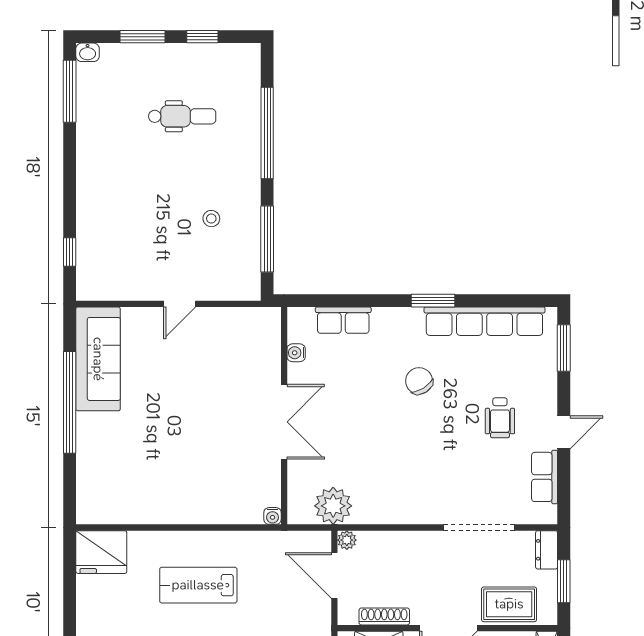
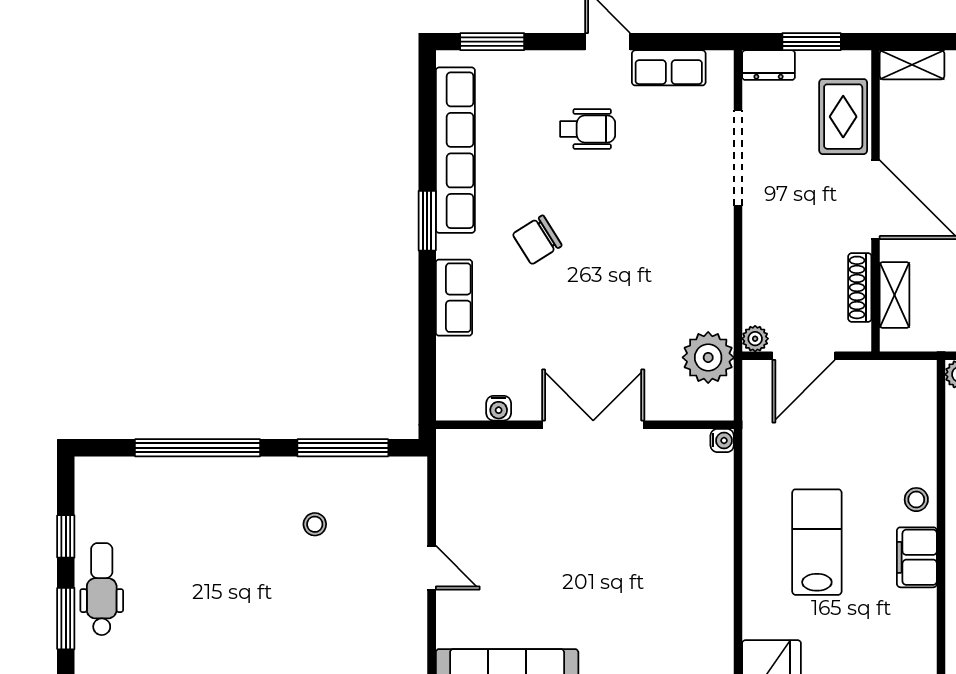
dental chair: (182, 116) -> (102, 589), moved
row of seats: (343, 320) -> (454, 298), moved
lab bench: (198, 585) -> (817, 542), turned 180

